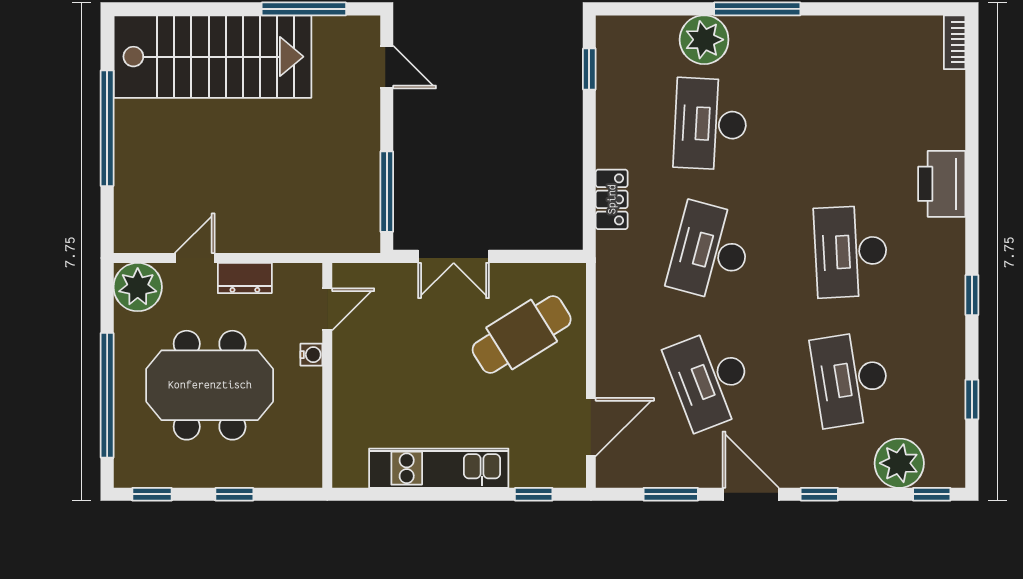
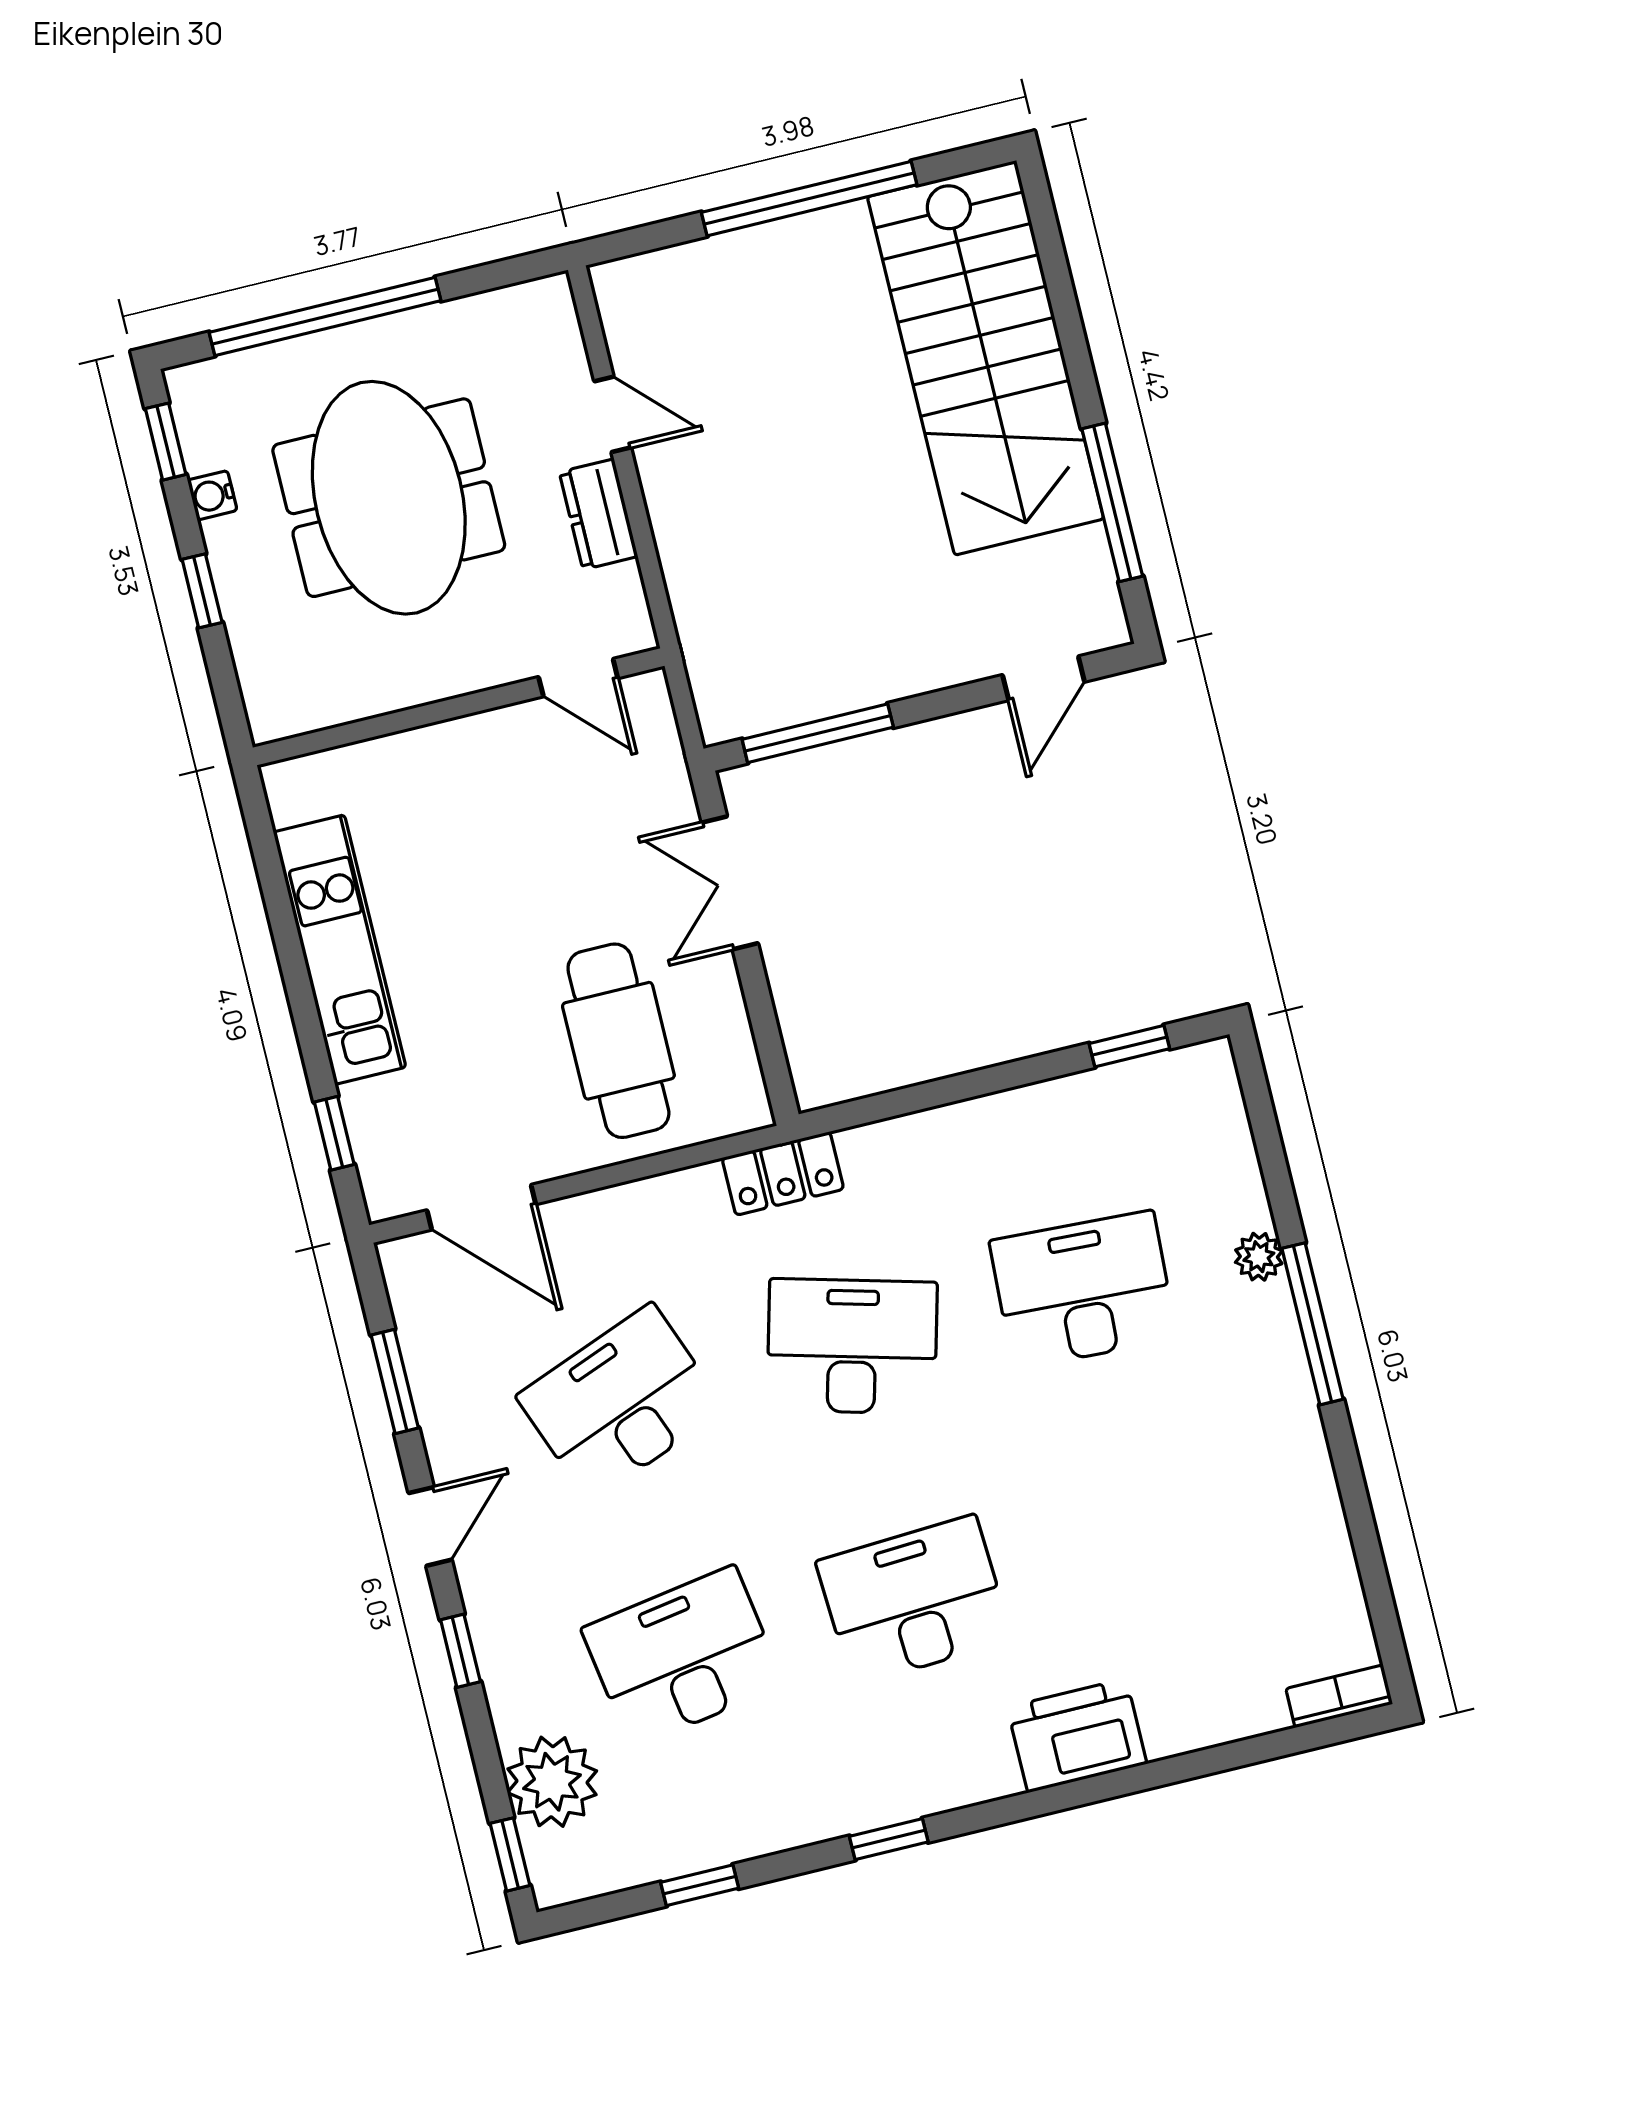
plant: (704, 40) -> (1259, 1257), width x0.53, depth x0.53
locker: (612, 199) -> (783, 1173), moved
plant: (138, 287) -> (535, 324), removed
cafe table: (522, 334) -> (618, 1041), turned 32
water cooler: (311, 355) -> (212, 495), moved, turned 90
door: (751, 494) -> (430, 1526), width x0.73

